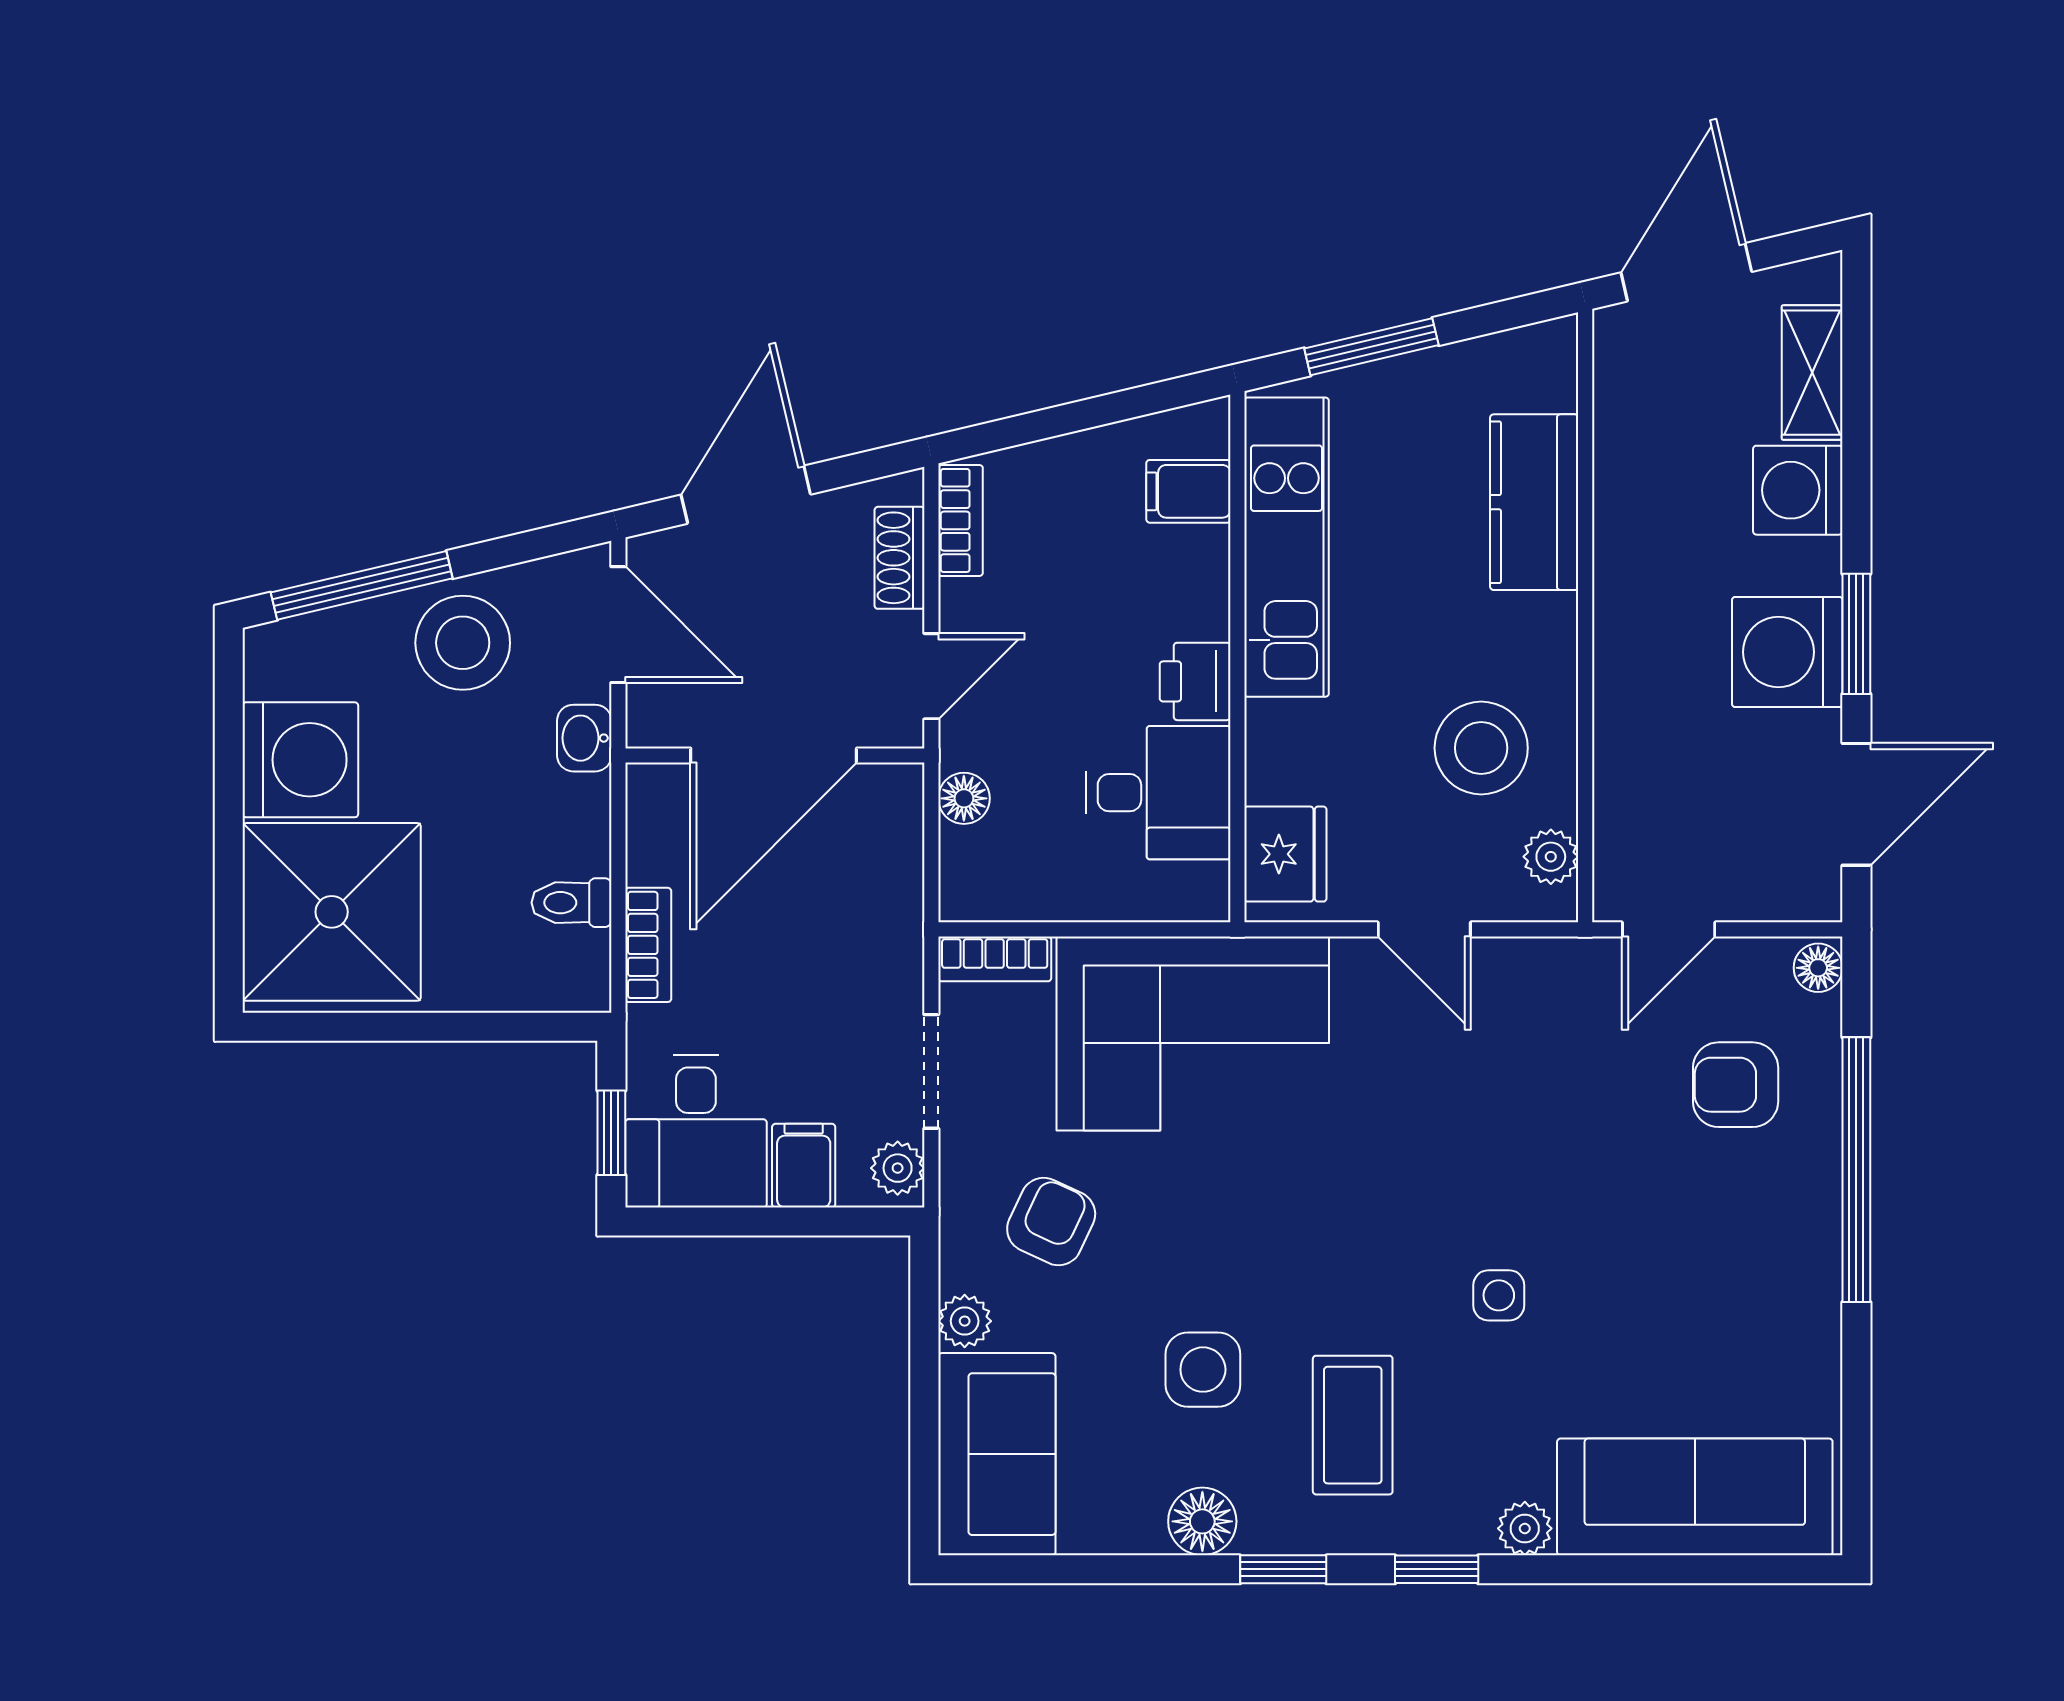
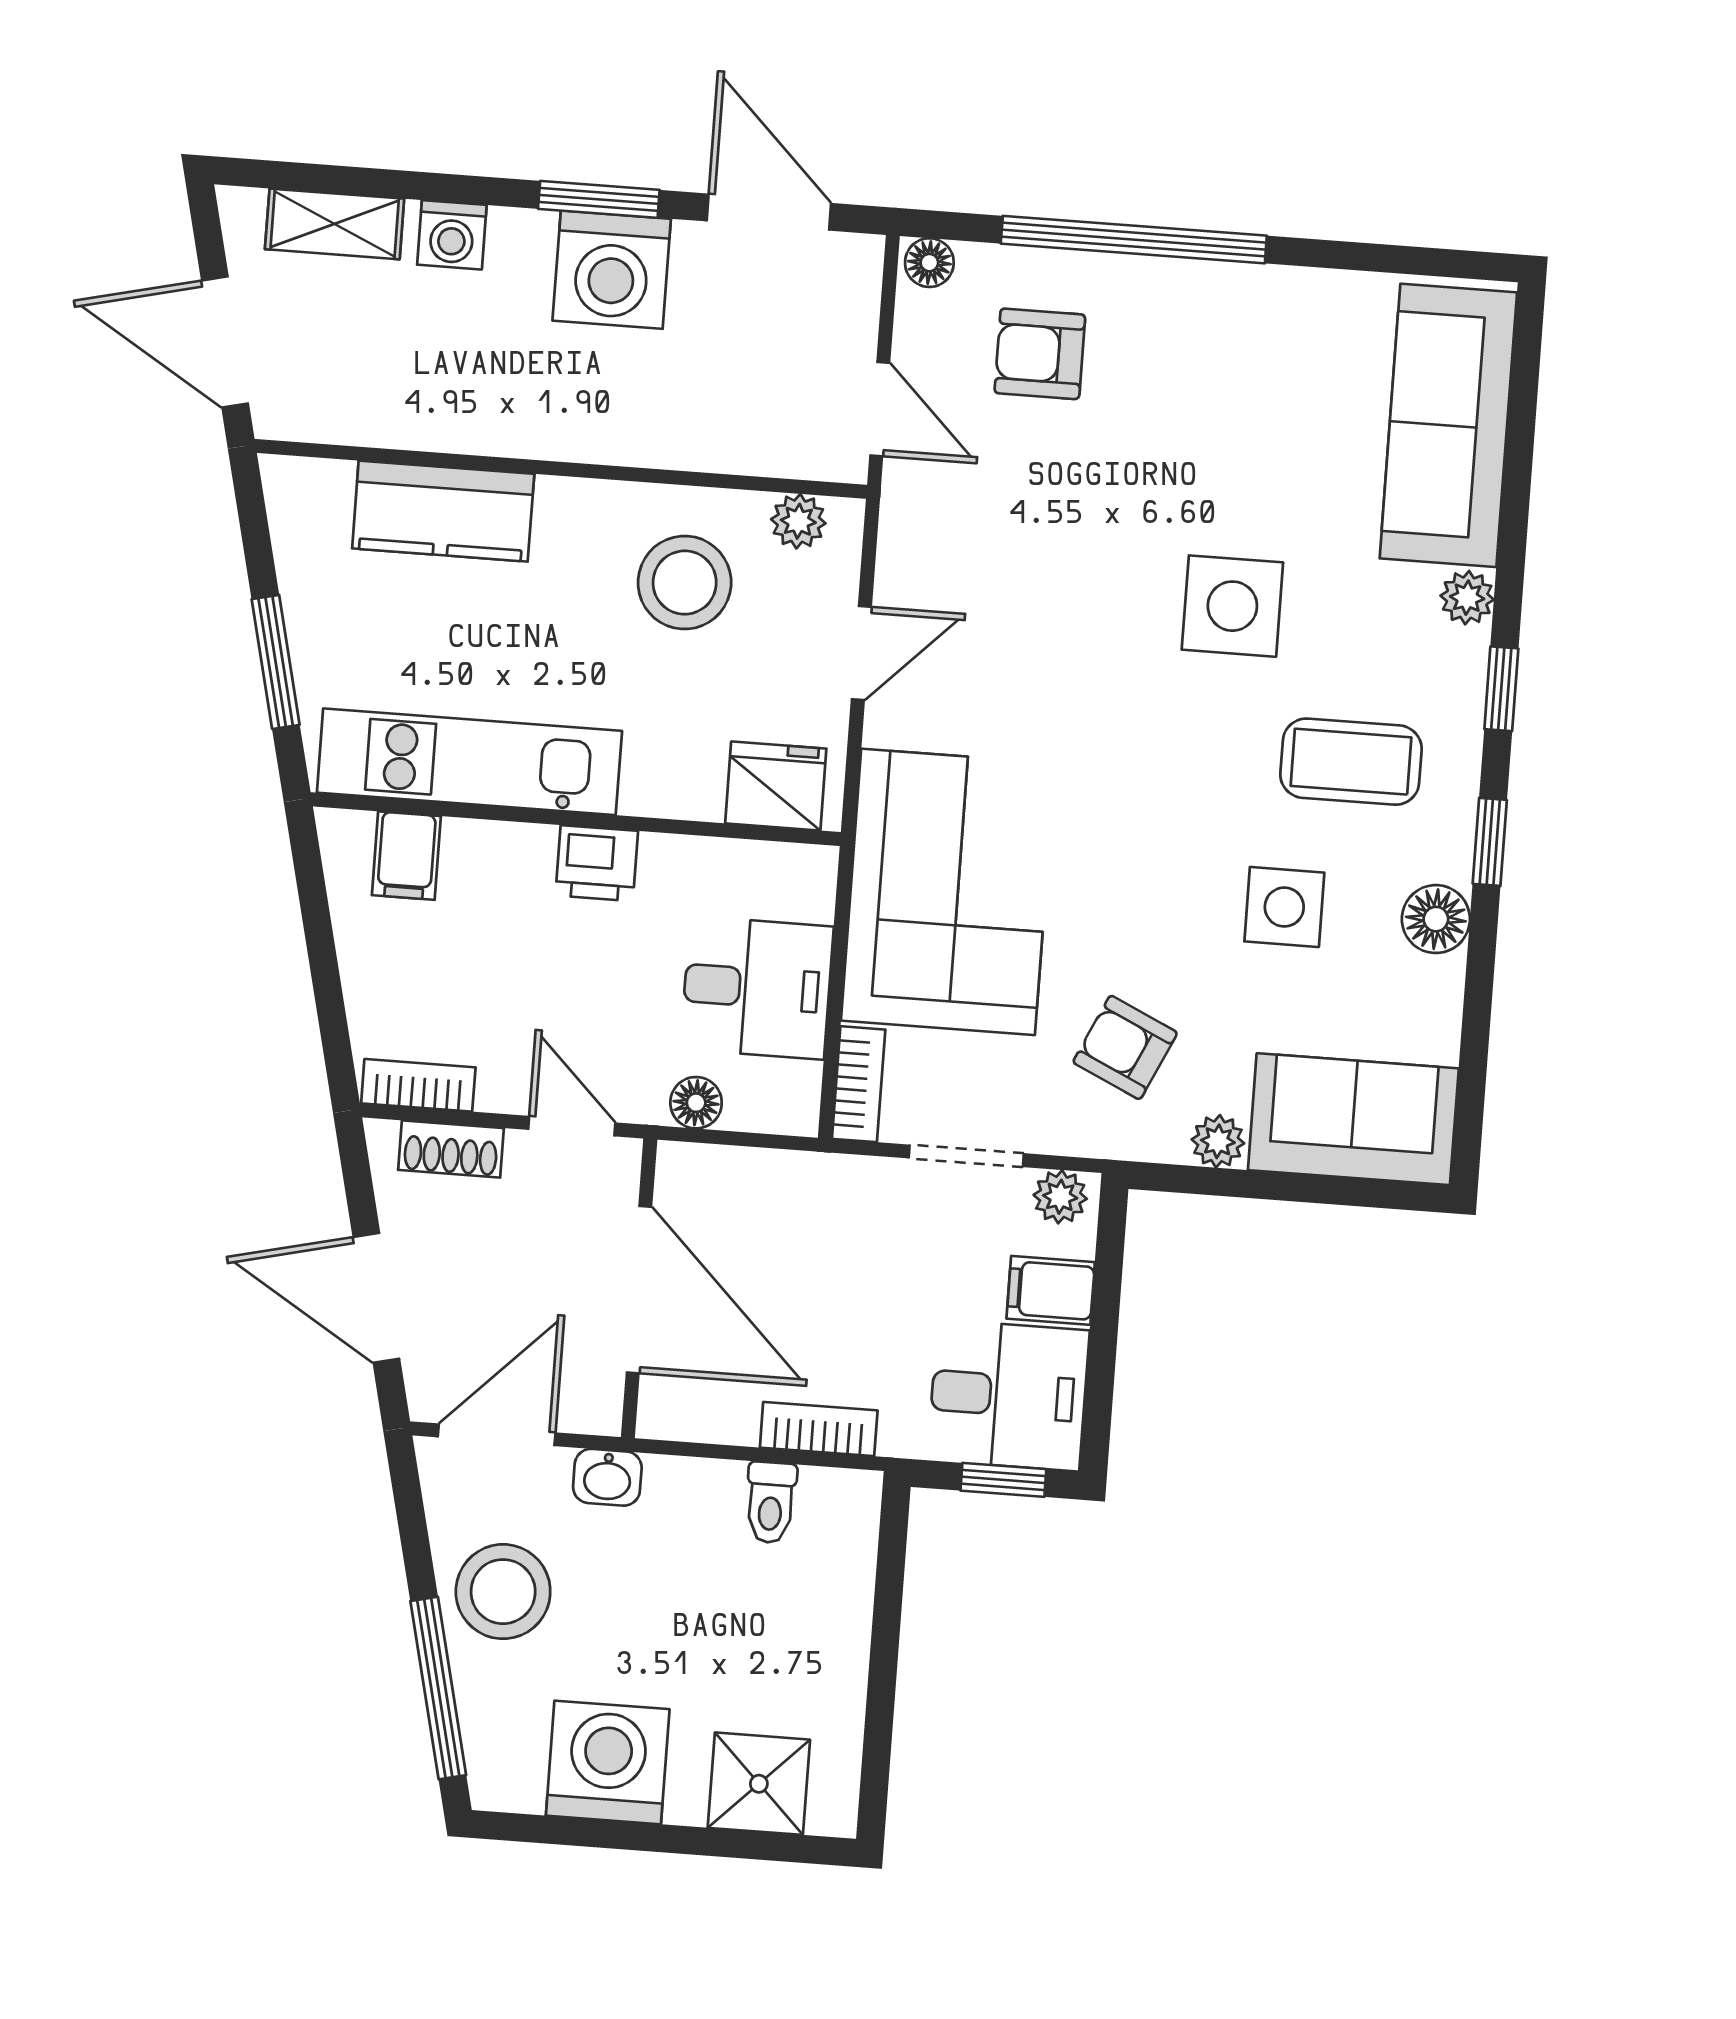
washing machine: (1798, 490) -> (452, 235), width x0.73, depth x0.73
desk: (1158, 793) -> (757, 988), moved, turned 90
shower: (332, 912) -> (759, 1784), width x0.54, depth x0.54
armchair: (1736, 1085) -> (1040, 354), turned 90
side table: (1499, 1295) -> (1232, 606), width x1.87, depth x1.87

